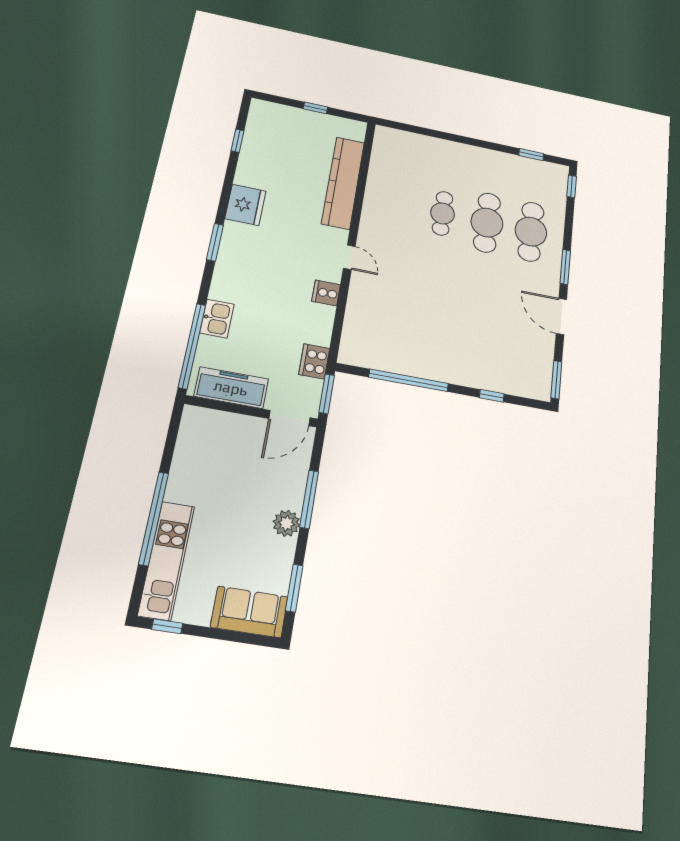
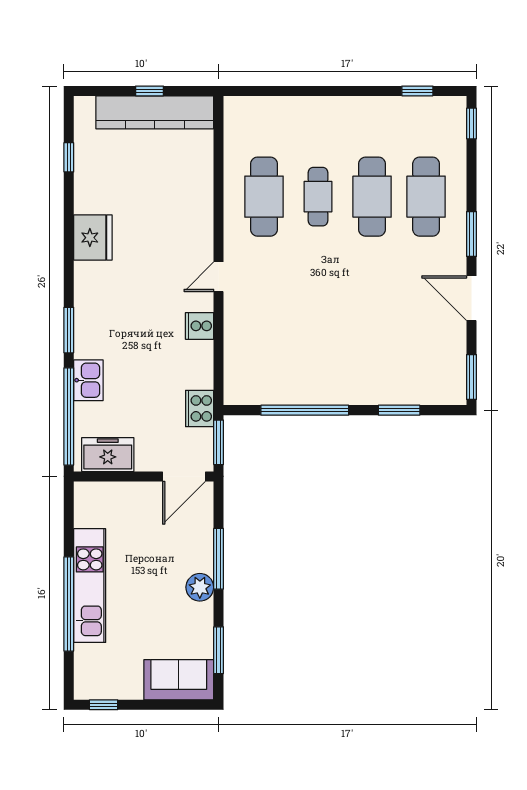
kitchen counter: (343, 183) -> (155, 112), moved, turned -90
cafe table: (398, 204) -> (264, 197), added
window: (215, 242) -> (69, 330), moved
door: (349, 257) -> (219, 277), swing flipped
freezer: (231, 388) -> (108, 455), width x0.71
window: (492, 396) -> (399, 410), width x1.50
kitchen unit: (166, 560) -> (90, 586), moved

